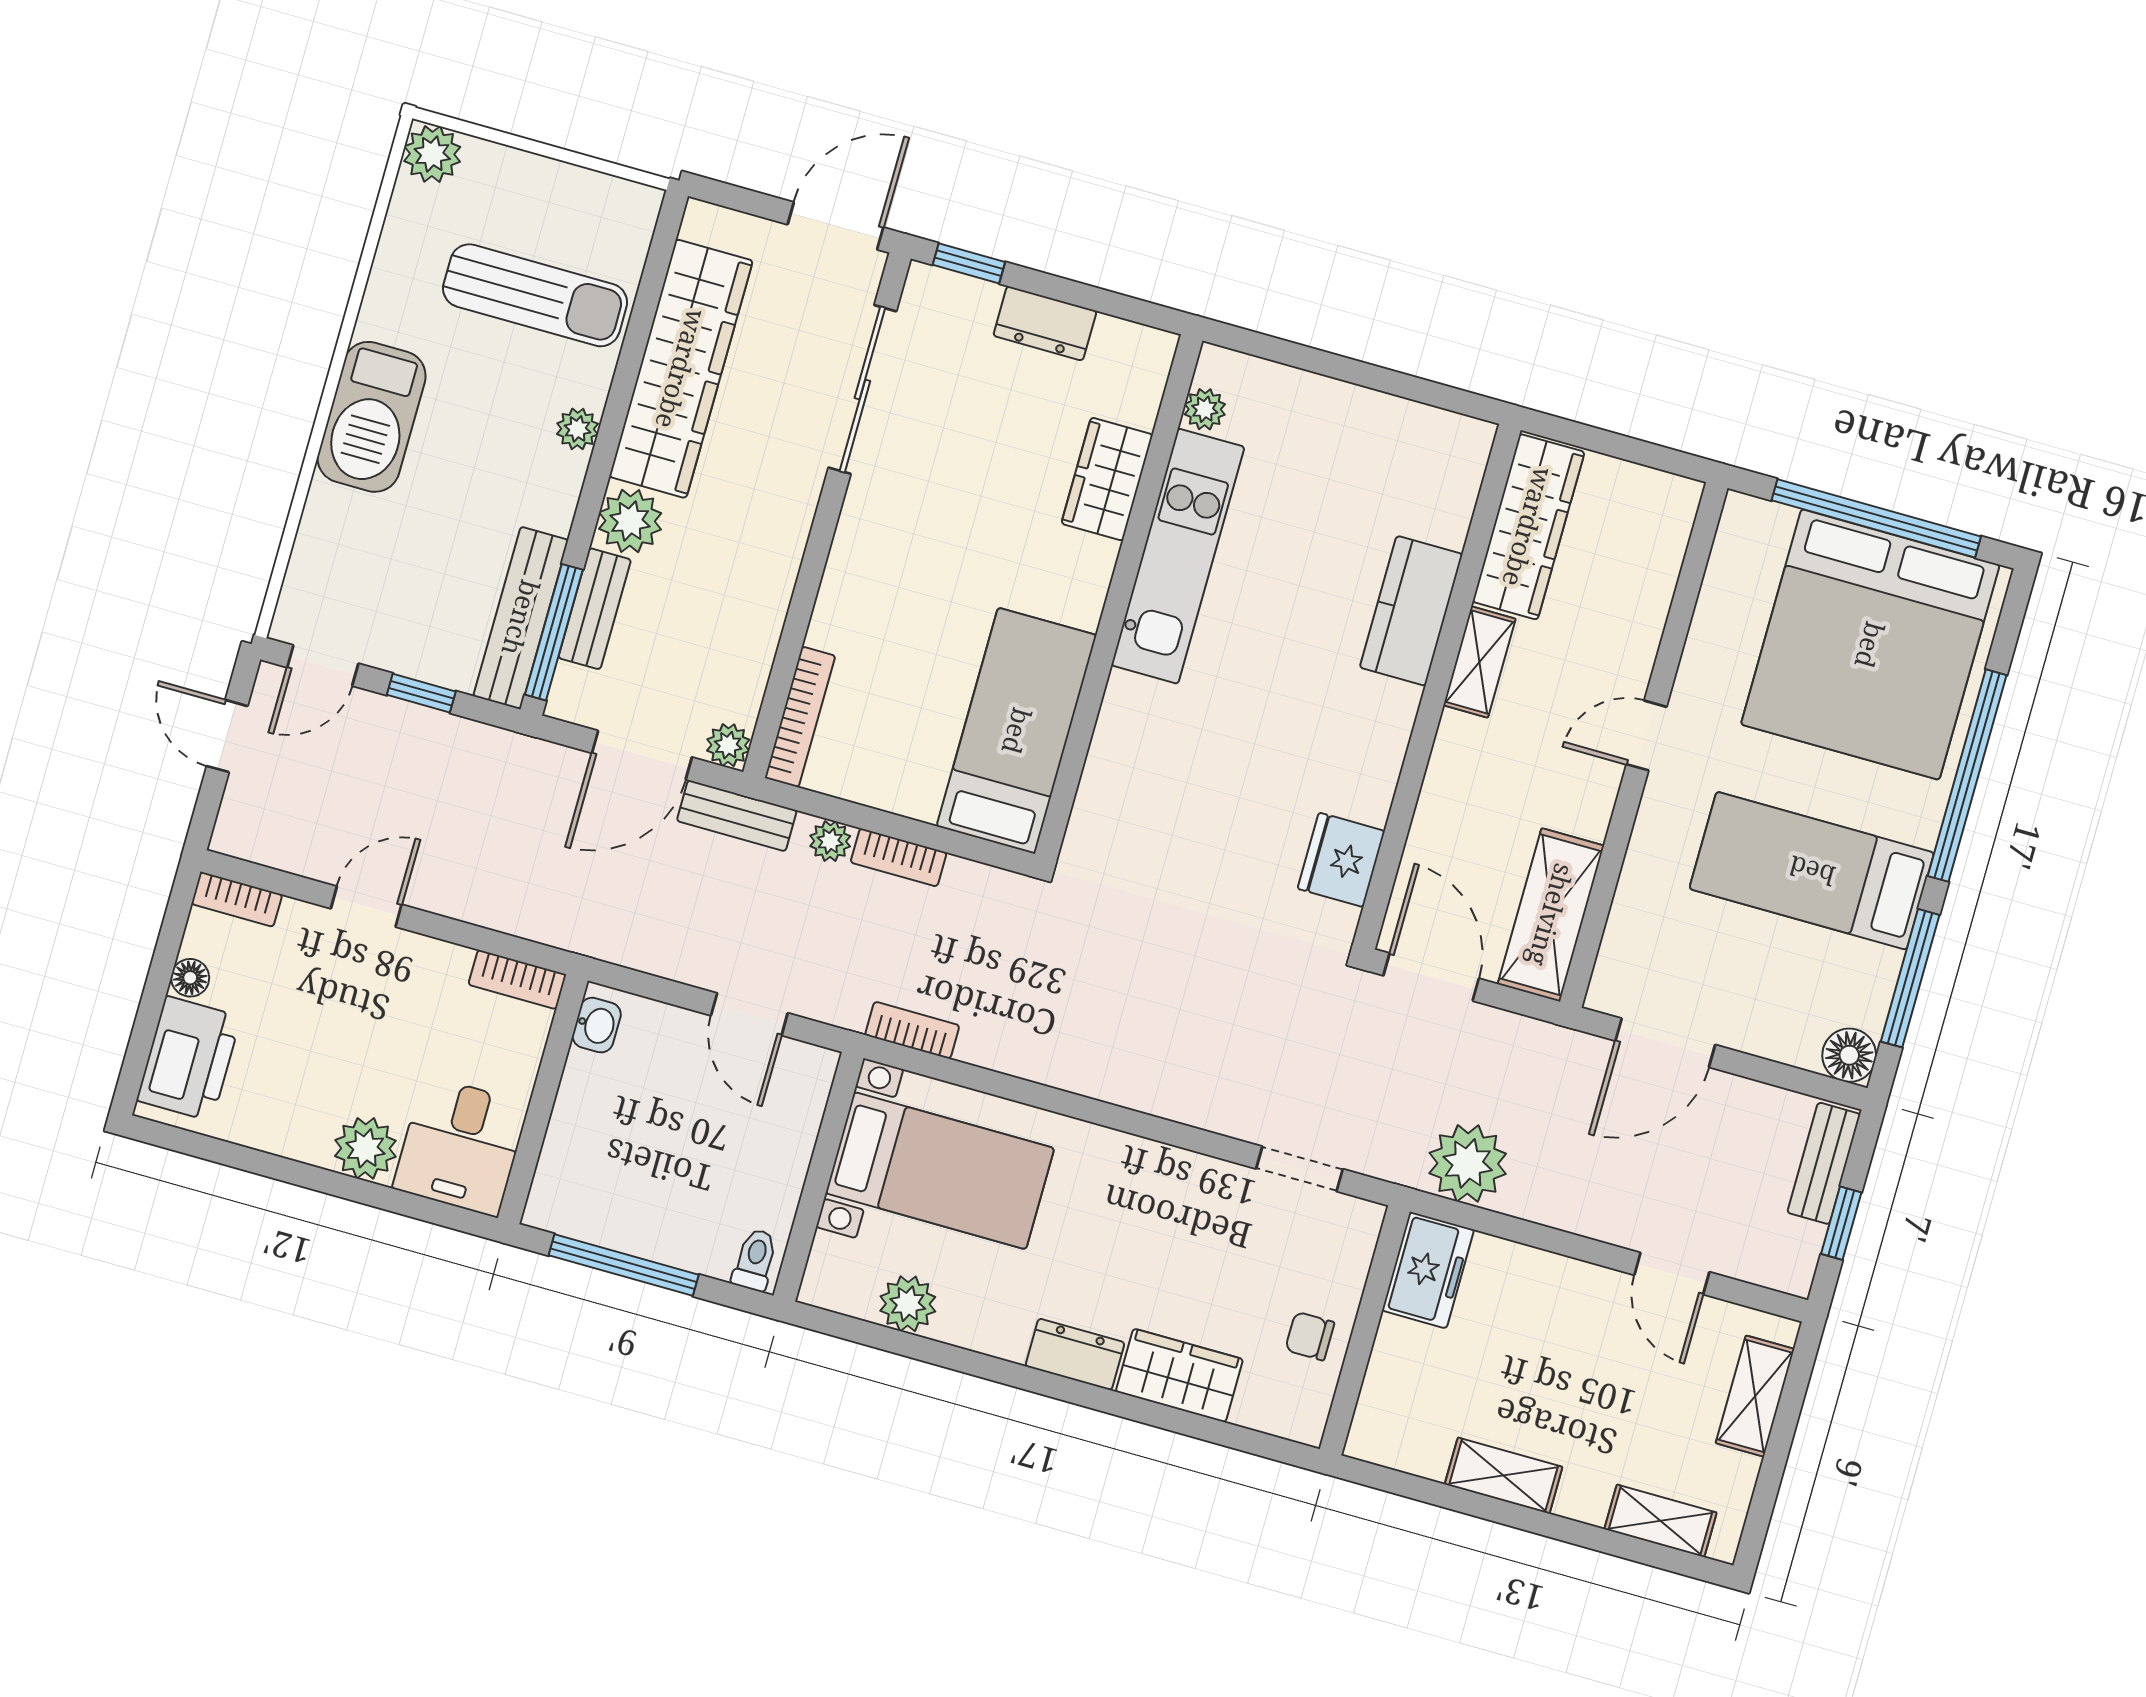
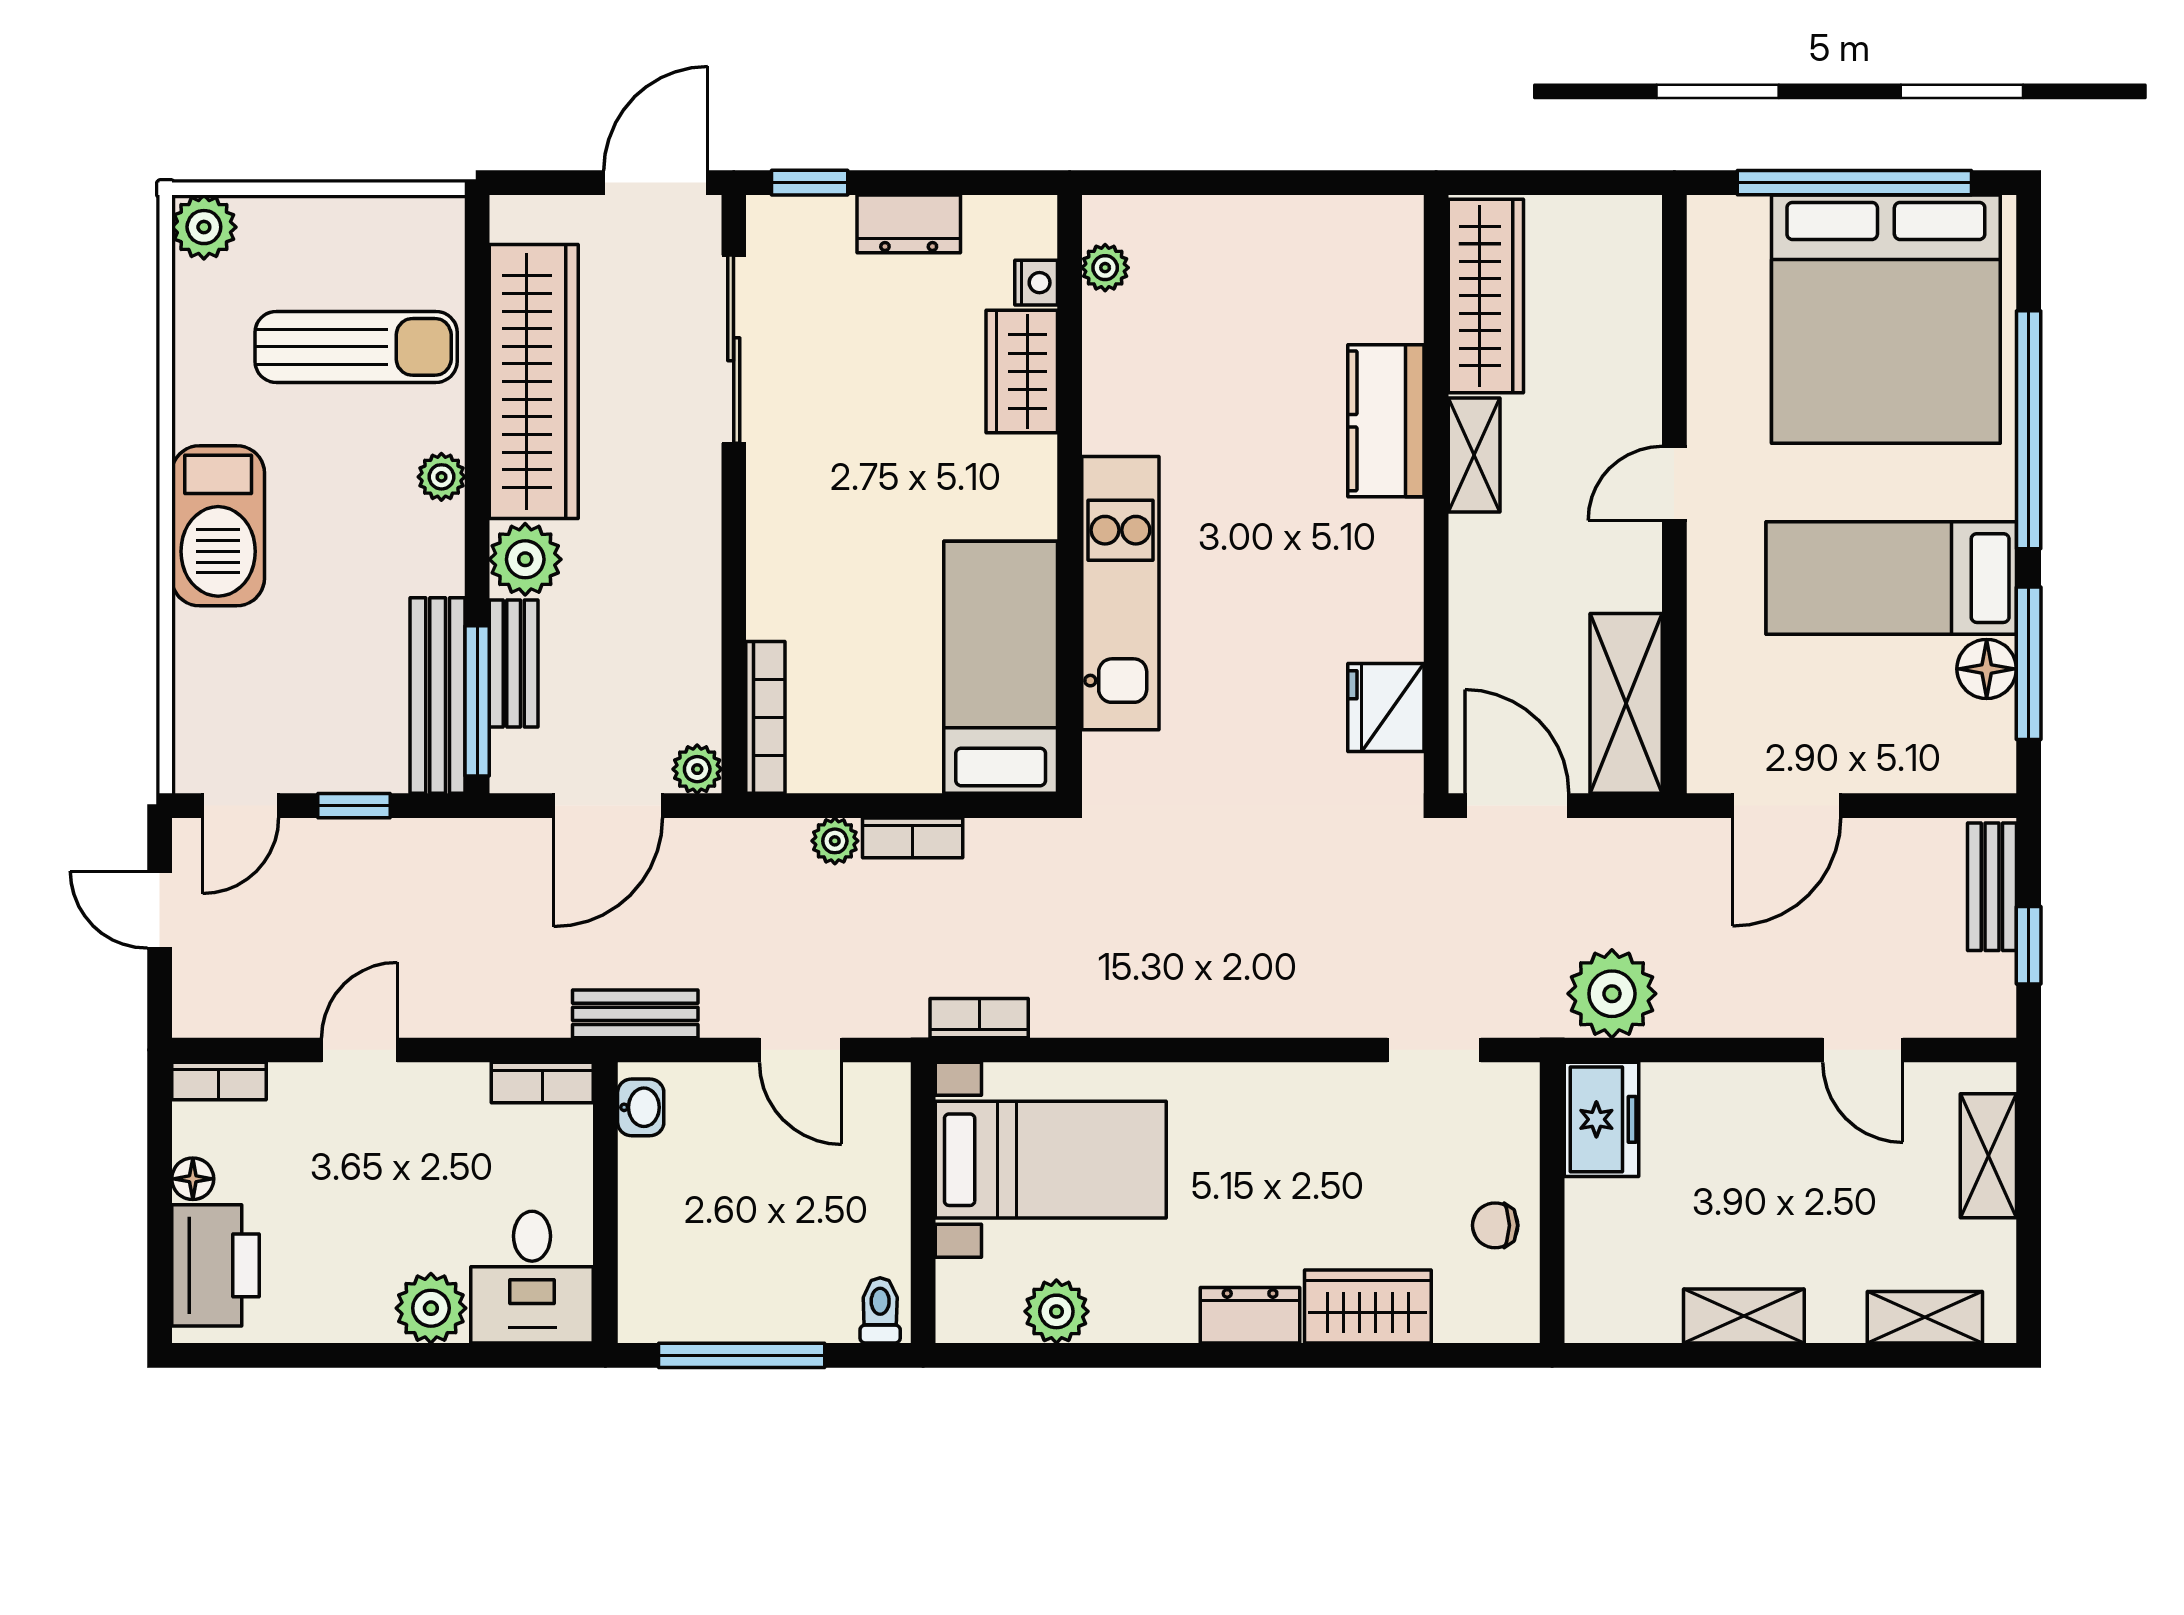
nightstand: (1141, 405) -> (1036, 283), added
kitchen unit: (1178, 556) -> (1120, 593), moved
bench: (737, 816) -> (635, 1014), moved
floor lamp: (1849, 1055) -> (1987, 669), moved

